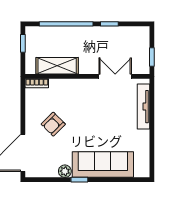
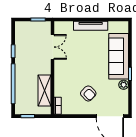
double door: (115, 76) -> (52, 47), swing flipped
tv unit: (143, 107) -> (91, 26), moved

